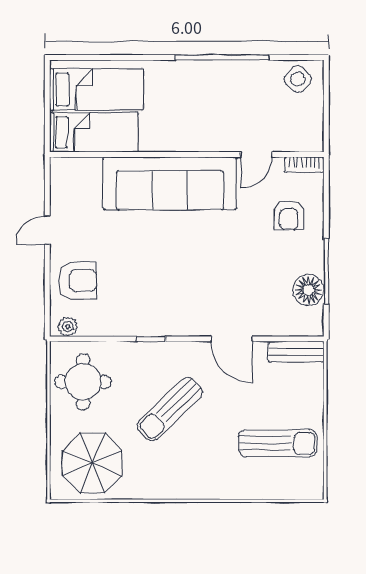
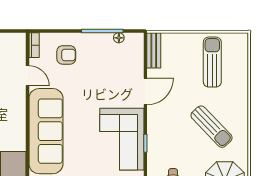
floor lamp: (308, 290) -> (119, 38), width x0.53, depth x0.53
corner sofa: (157, 302) -> (122, 139), added
sun lounger: (170, 409) -> (212, 127), moved

